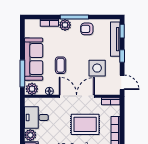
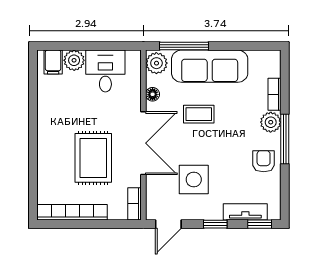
tv unit: (115, 39) -> (245, 212), width x0.71

